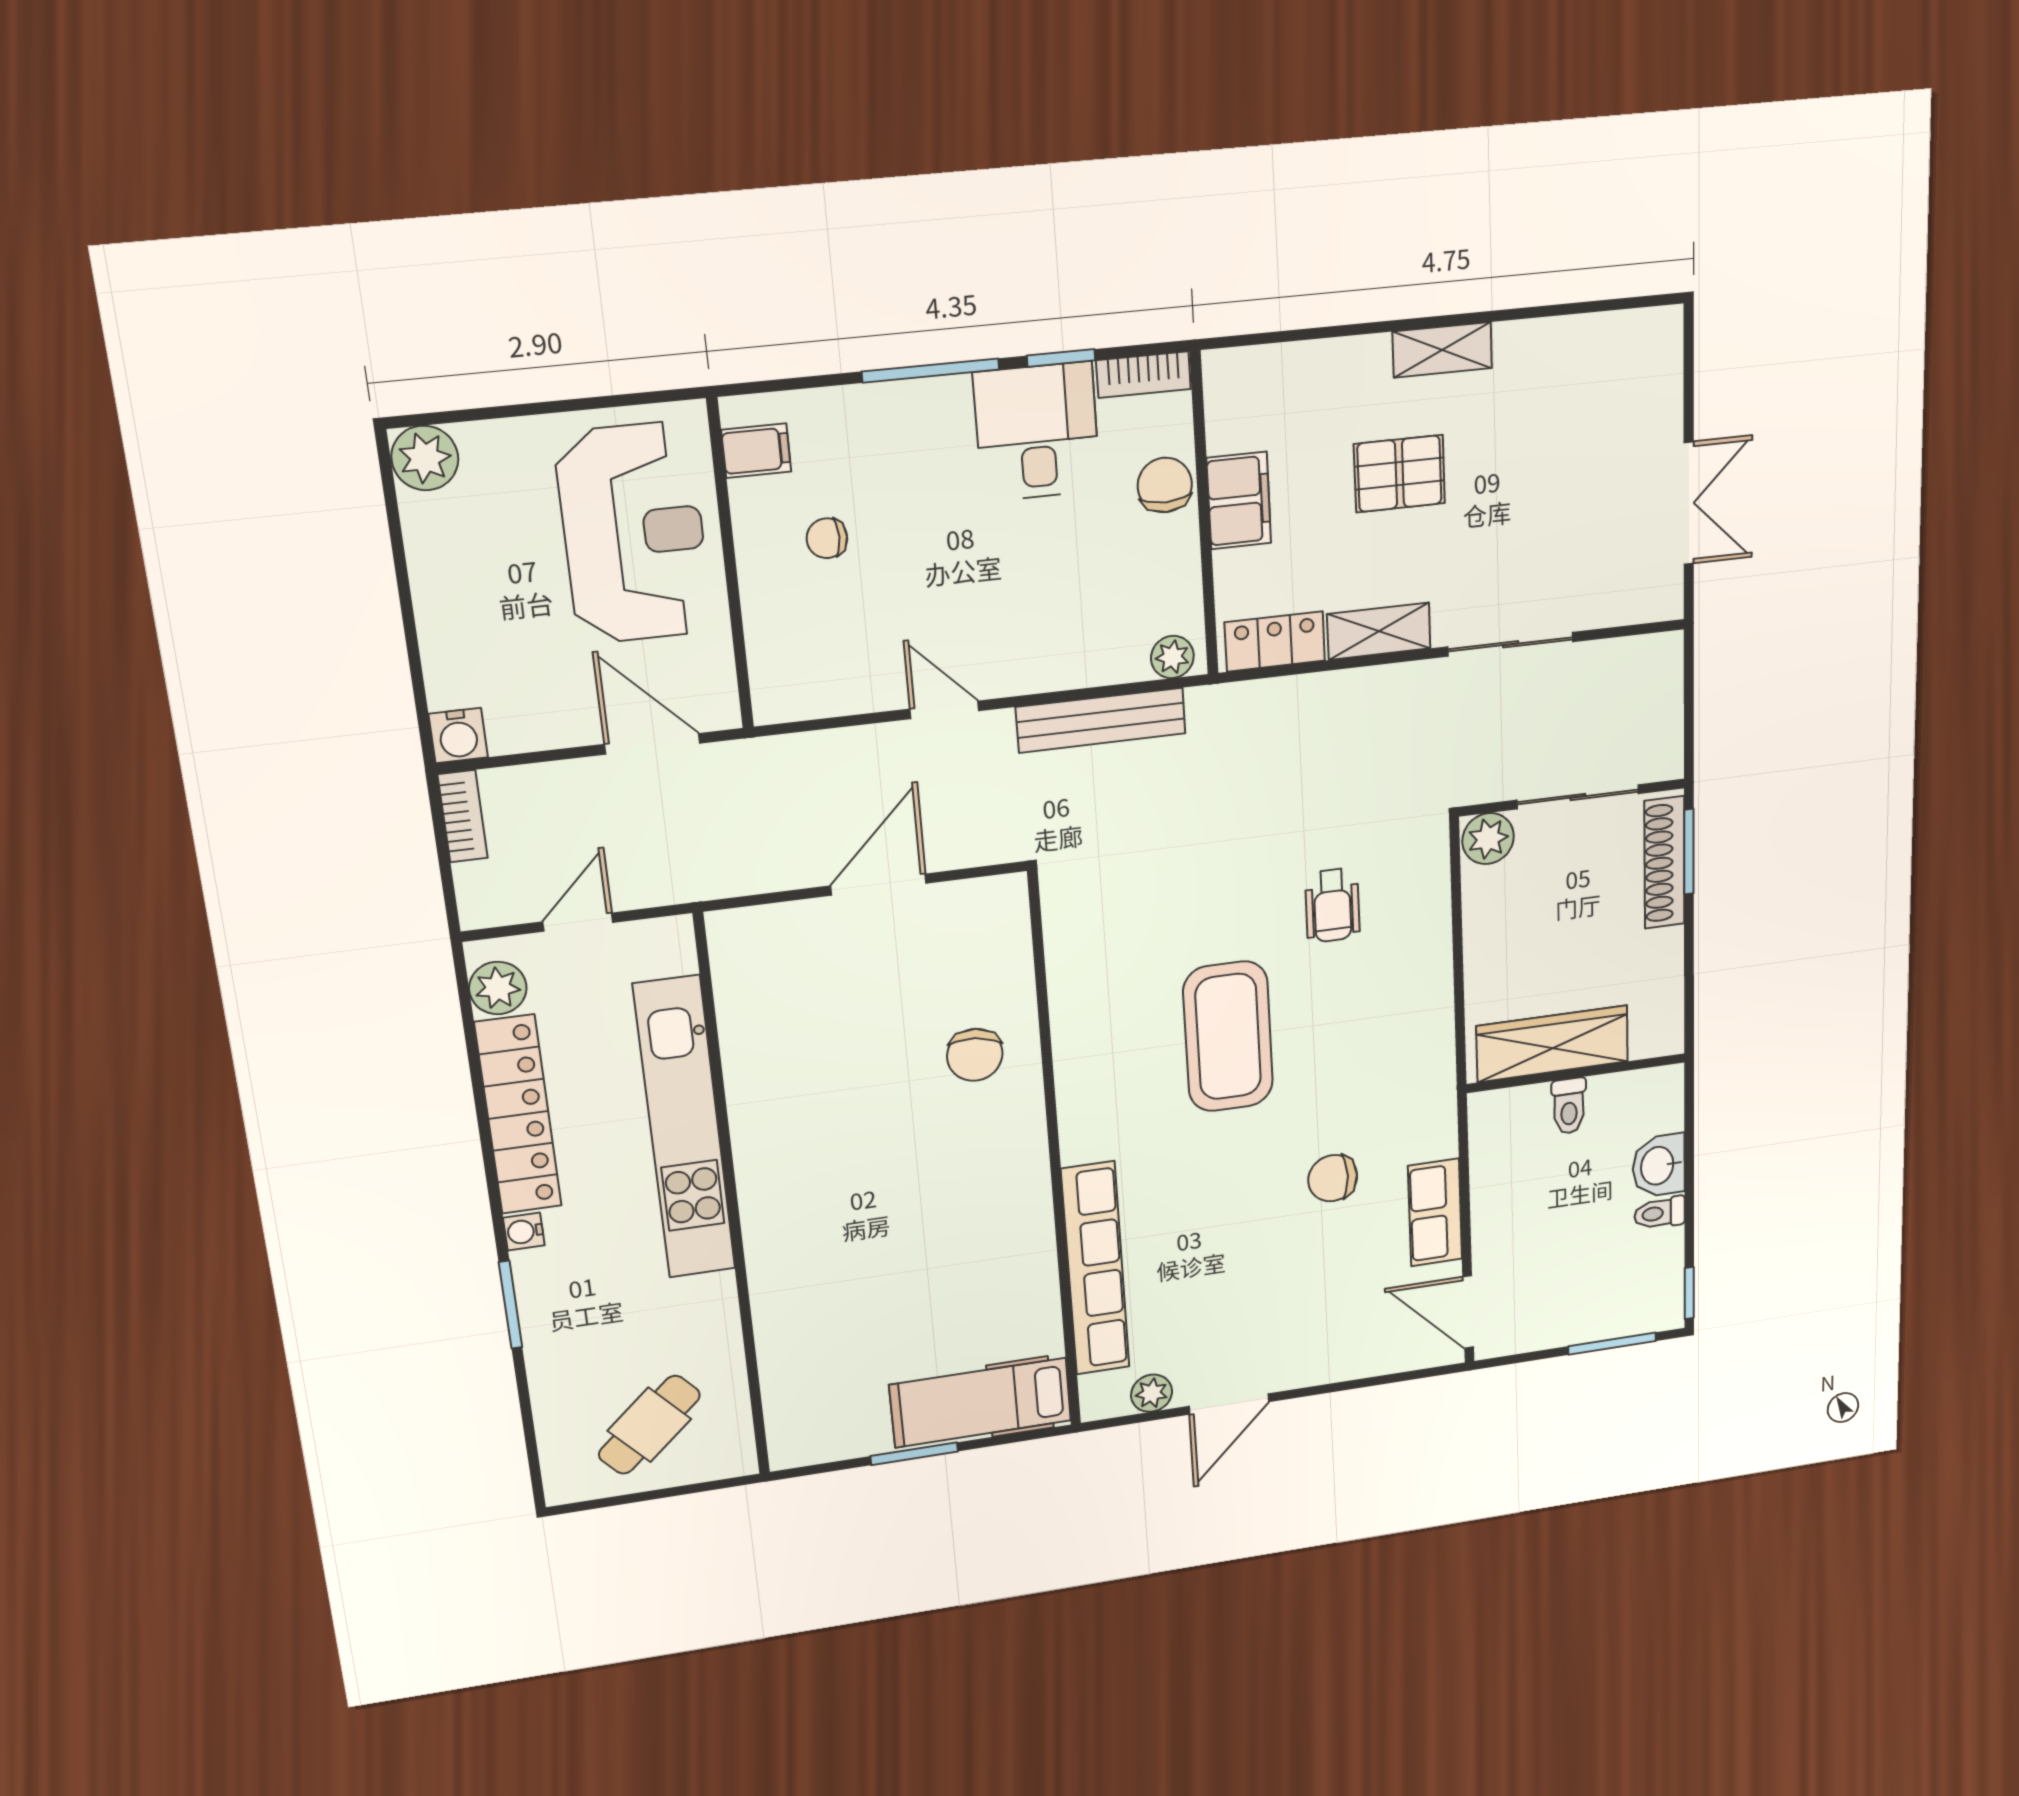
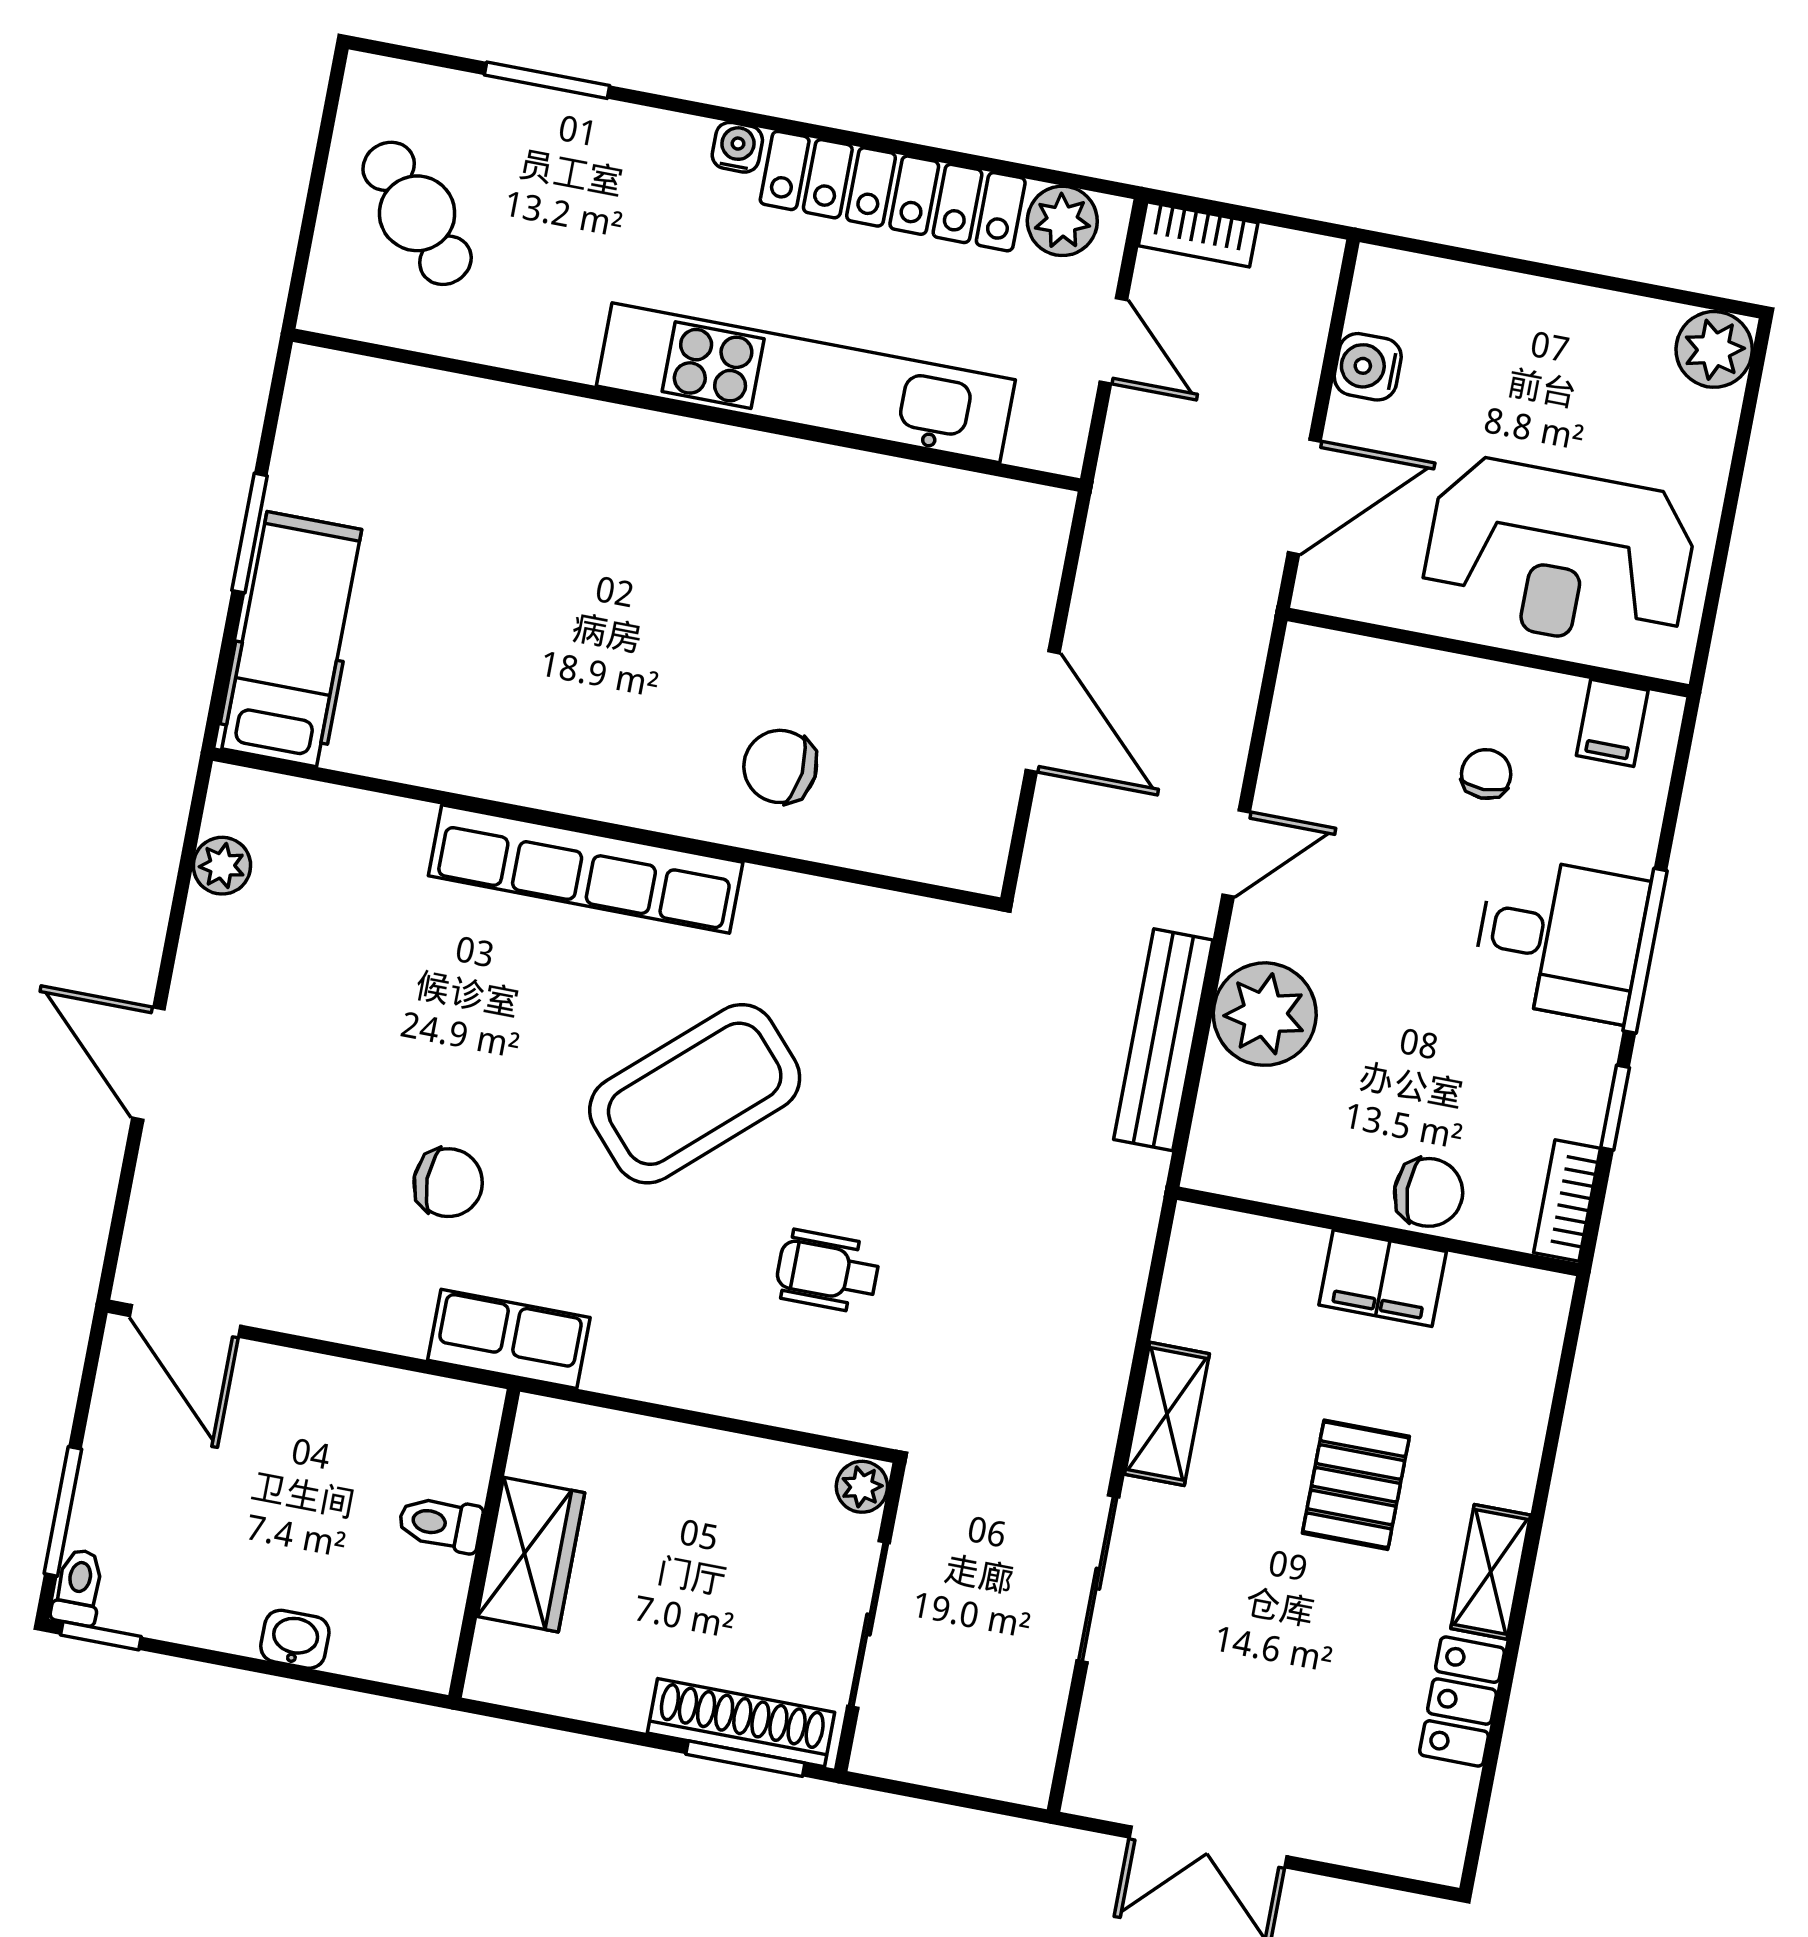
desk: (1037, 432) -> (1560, 939), moved
locker: (1275, 642) -> (1462, 1702), moved, turned 180
plant: (1172, 657) -> (1265, 1014), moved, width x1.87, depth x1.87
water cooler: (458, 736) -> (1368, 367), moved
bookcase: (463, 816) -> (1198, 234), moved
plant: (1488, 839) -> (862, 1487), width x0.73, depth x0.73
coffee table: (1228, 1037) -> (695, 1094), turned -42
wardrobe: (1552, 1044) -> (531, 1555), width x0.67
washbasin: (1659, 1166) -> (295, 1639), width x0.72, depth x0.69
chair: (1333, 1178) -> (448, 1183), turned 90
row of seats: (1435, 1213) -> (509, 1339), moved
toilet: (1660, 1213) -> (78, 1587), moved
row of seats: (1095, 1269) -> (586, 869), moved
window: (510, 1305) -> (547, 80), moved
door: (1468, 1312) -> (185, 1321), swing flipped
door: (1229, 1404) -> (148, 1064), moved

